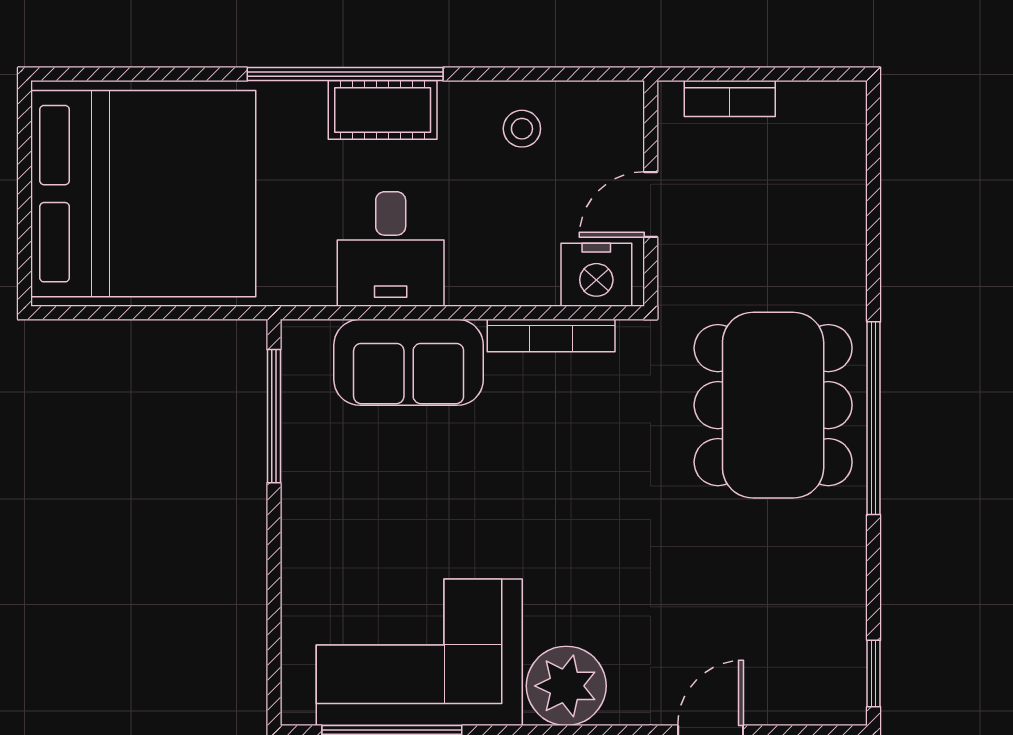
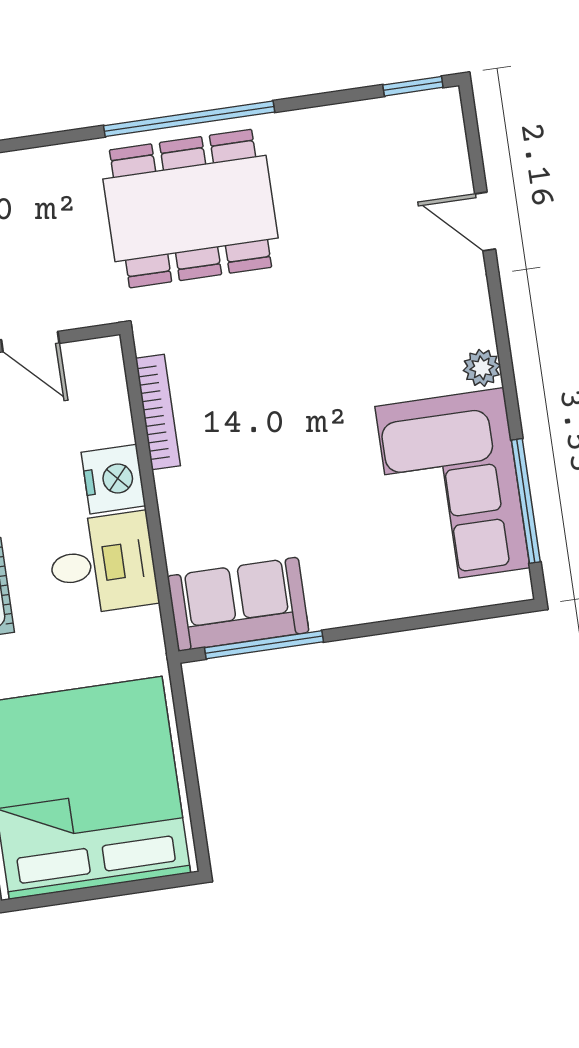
nightstand: (596, 275) -> (113, 479), moved
sofa: (409, 362) -> (238, 604), moved, turned -90
plant: (566, 686) -> (482, 368), width x0.53, depth x0.53

